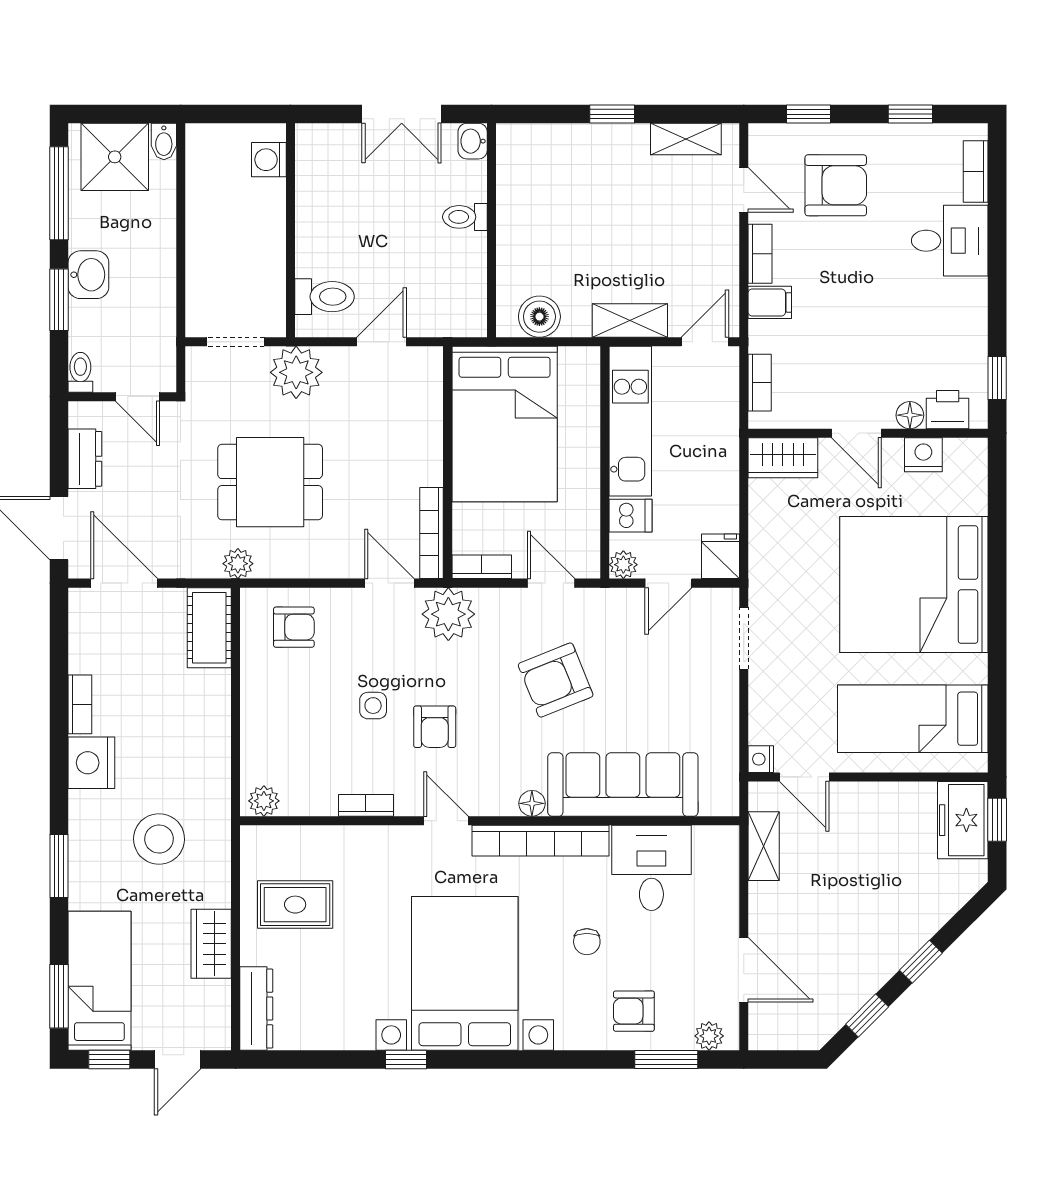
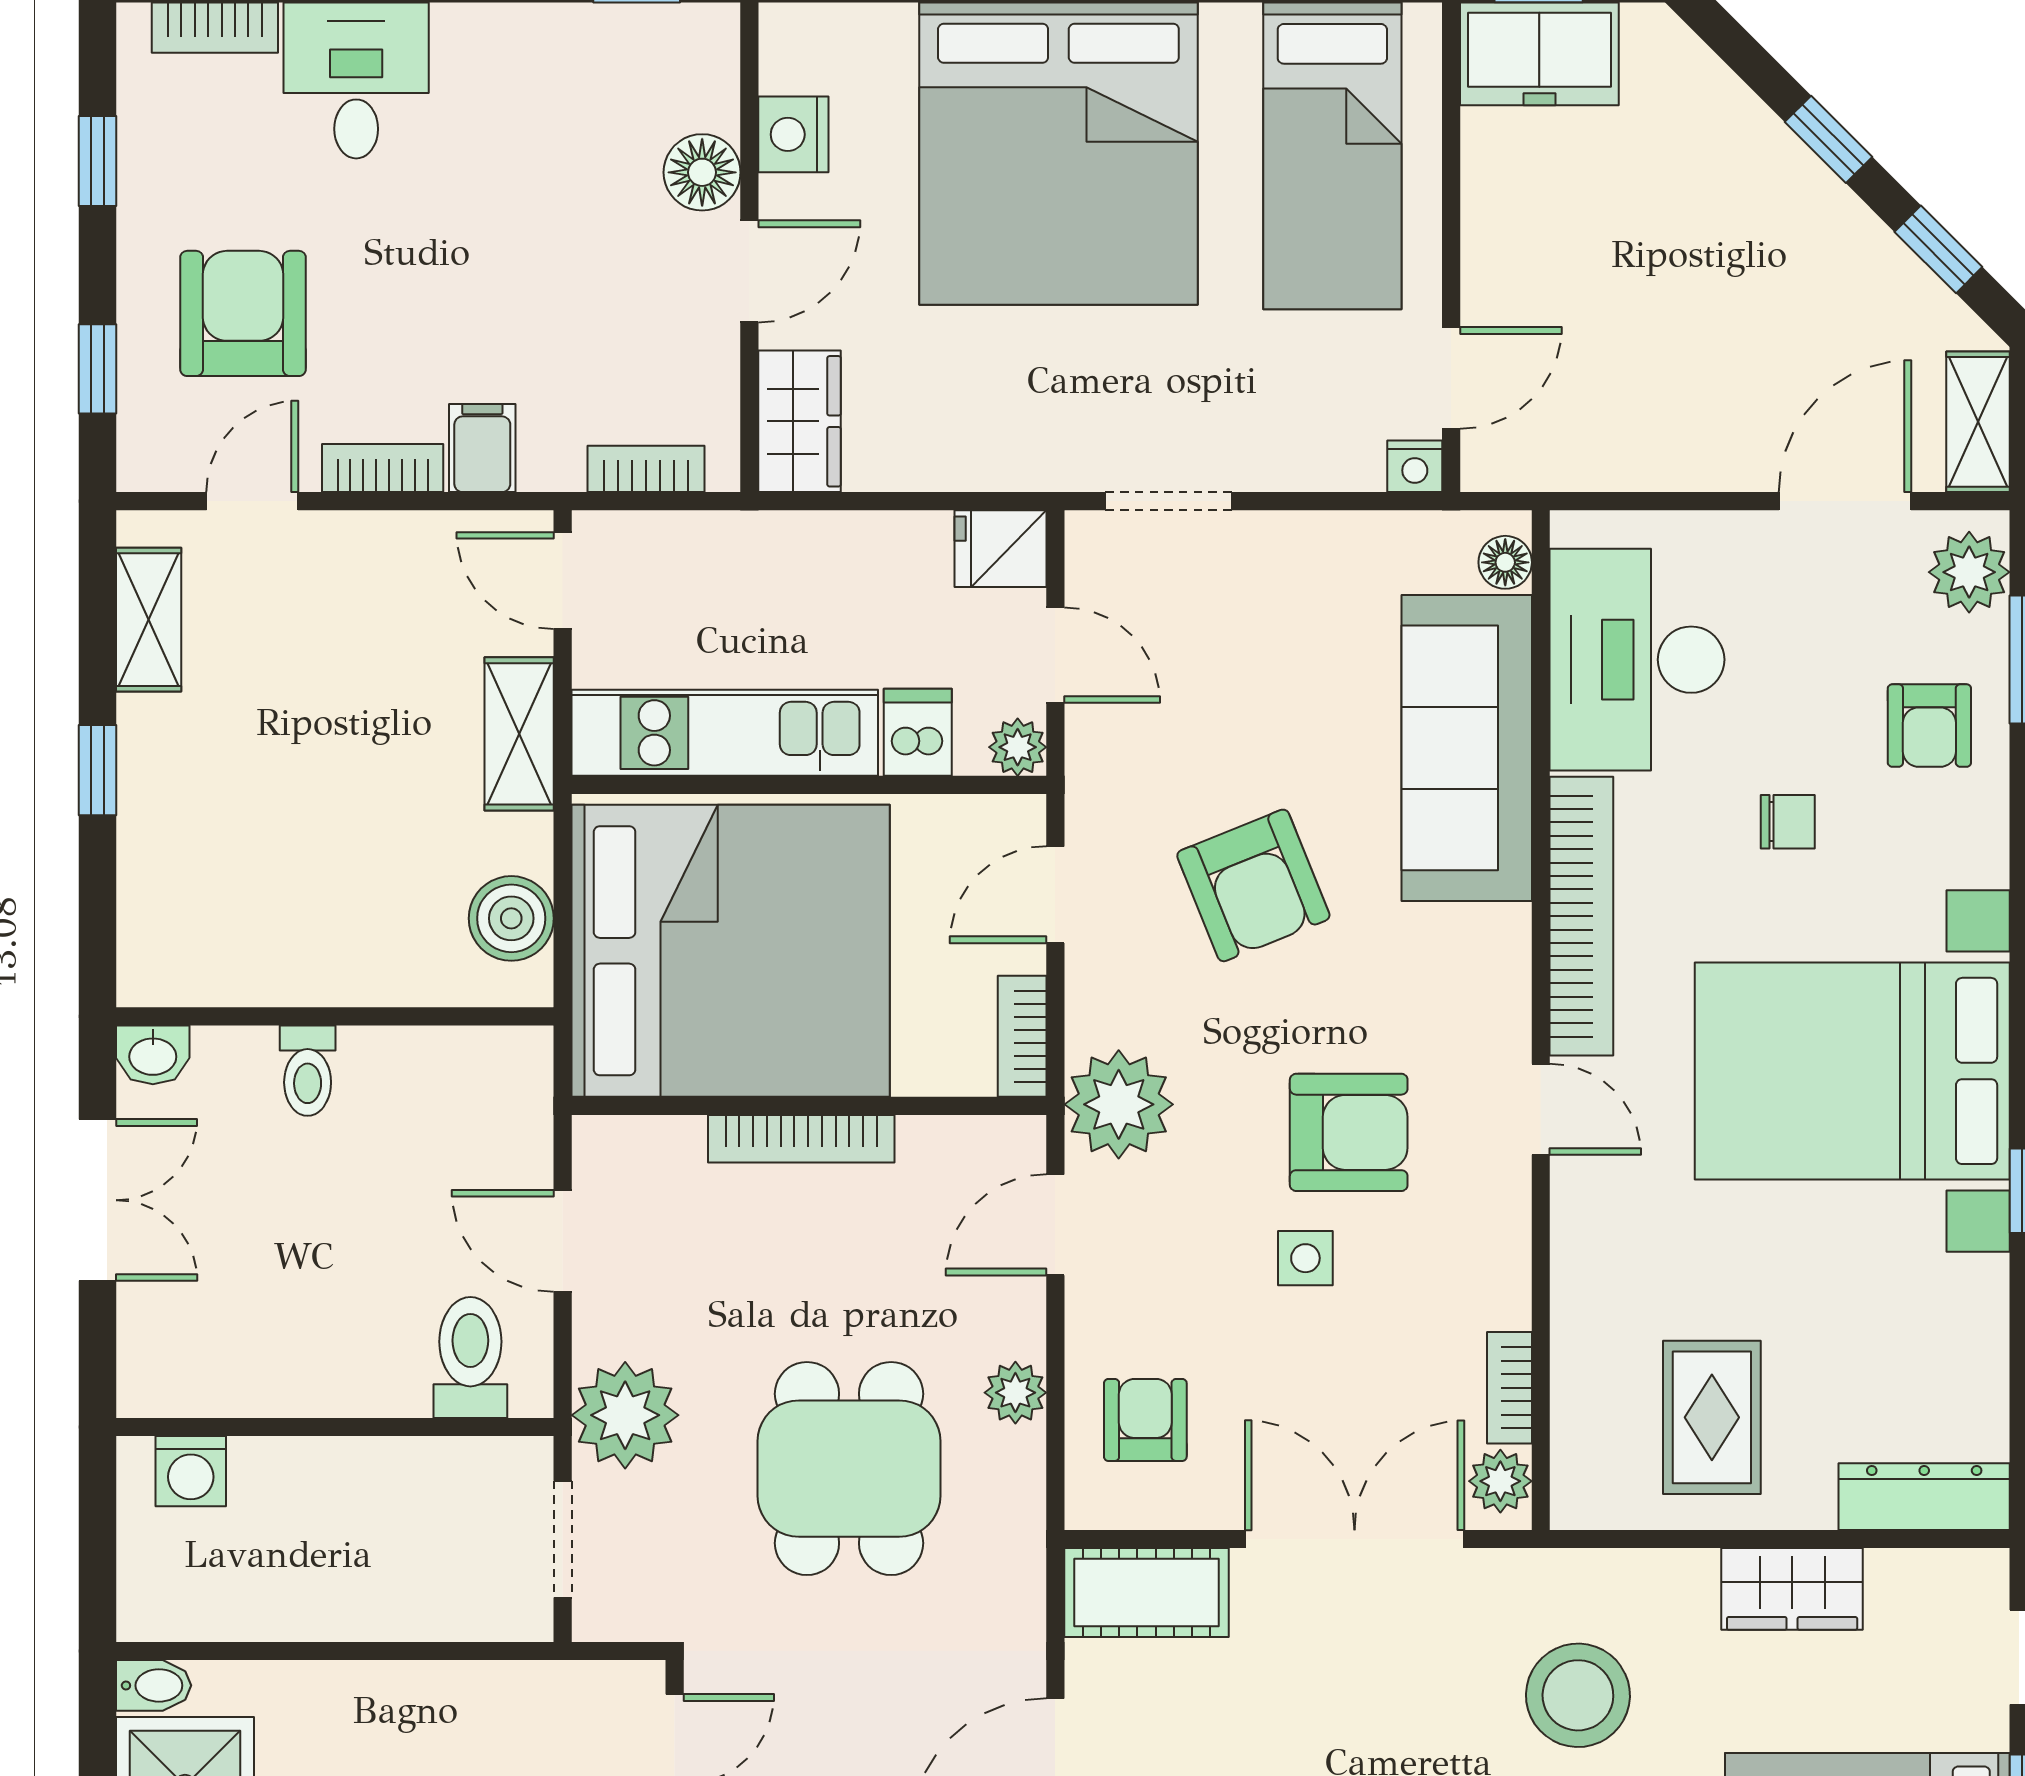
printer: (948, 410) -> (701, 85), removed
floor lamp: (910, 415) -> (702, 172), width x1.37, depth x1.37
bed: (505, 424) -> (731, 951), width x1.36
bookcase: (432, 533) -> (801, 1139), moved
plant: (238, 564) -> (1015, 1393), moved
armchair: (435, 727) -> (1349, 1132), width x1.38, depth x1.38
double door: (236, 730) -> (1355, 1539), added
floor lamp: (532, 803) -> (1505, 562), moved
bookcase: (366, 805) -> (1509, 1388), moved
door: (446, 821) -> (1541, 1109), swing flipped
shelving: (764, 846) -> (1978, 422), moved, turned 90
desk: (651, 868) -> (1637, 660), width x1.37
plant: (709, 1036) -> (1969, 572), width x1.38, depth x1.38

